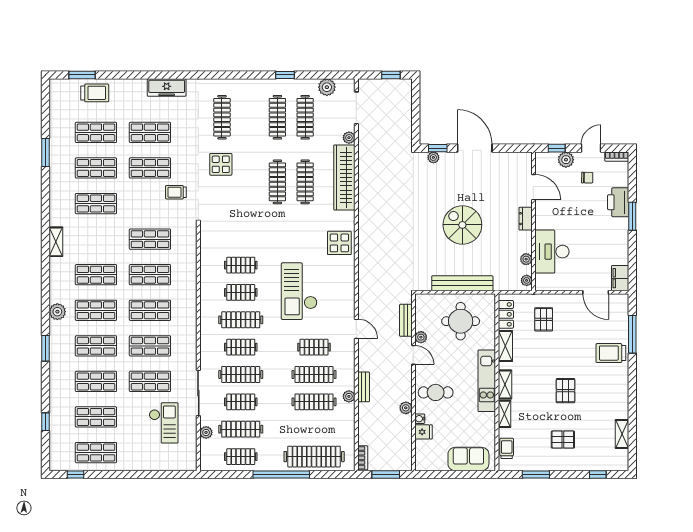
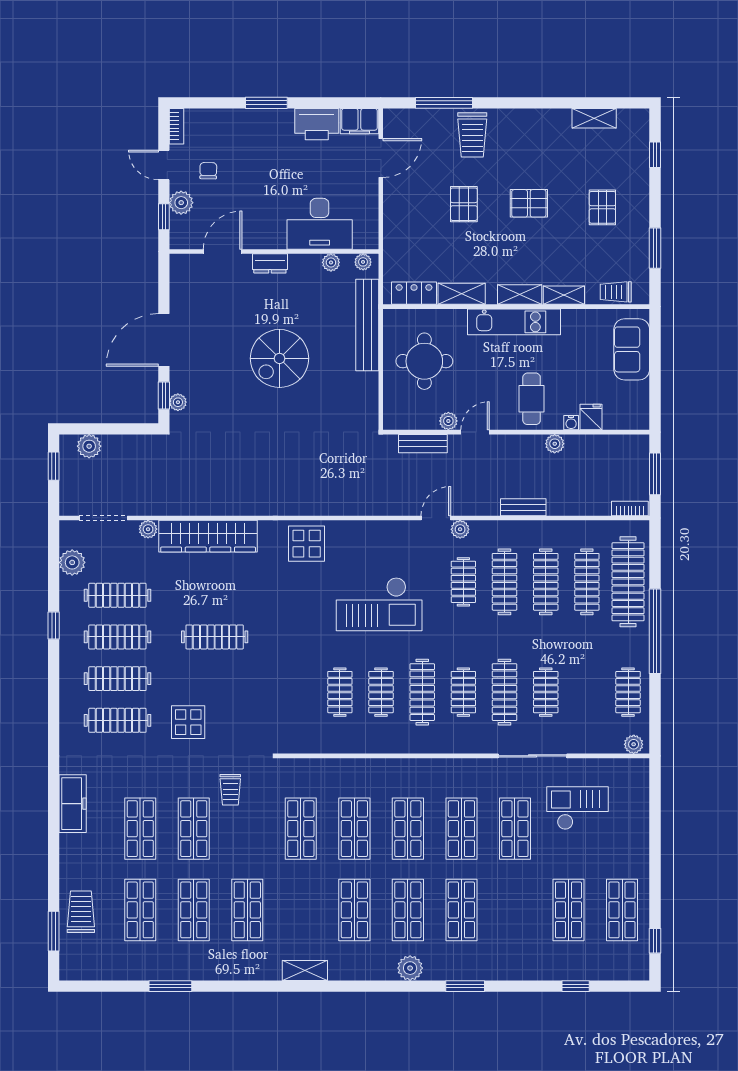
plant: (404, 98) -> (89, 446), added
clothes rail: (305, 182) -> (117, 679), moved
printer: (618, 202) -> (317, 124), moved
bench: (462, 283) -> (367, 325), moved
pallet: (544, 319) -> (464, 204), moved, turned 90
shop shelf: (96, 381) -> (515, 910), removed
plant: (349, 396) -> (460, 529), moved
clothes rail: (241, 429) -> (587, 582), moved
plant: (206, 432) -> (634, 744), moved

